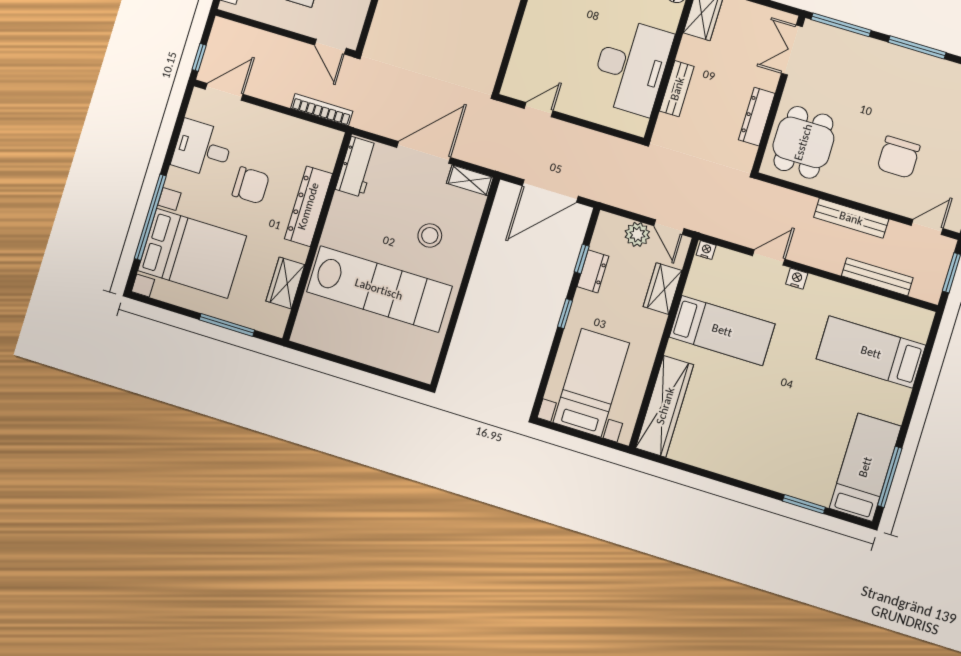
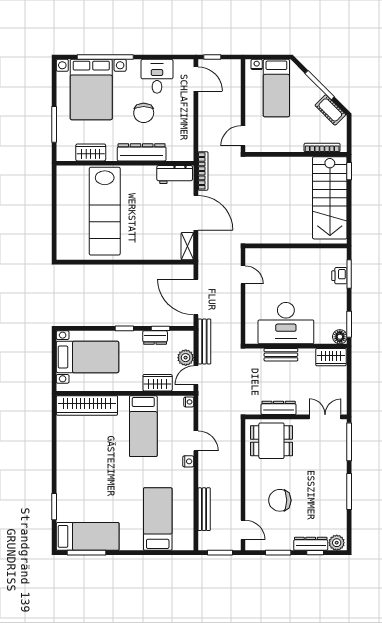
bookcase: (322, 110) -> (203, 171), moved
bench: (851, 218) -> (204, 342), moved
stool: (430, 235) -> (147, 232), removed

